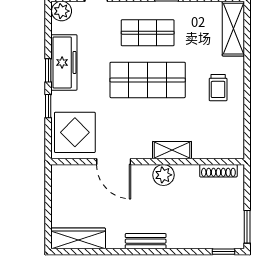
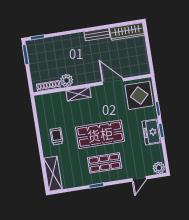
freezer: (64, 62) -> (152, 132), width x0.71
plant: (163, 175) -> (67, 80), moved
bench: (146, 241) -> (97, 34), moved

